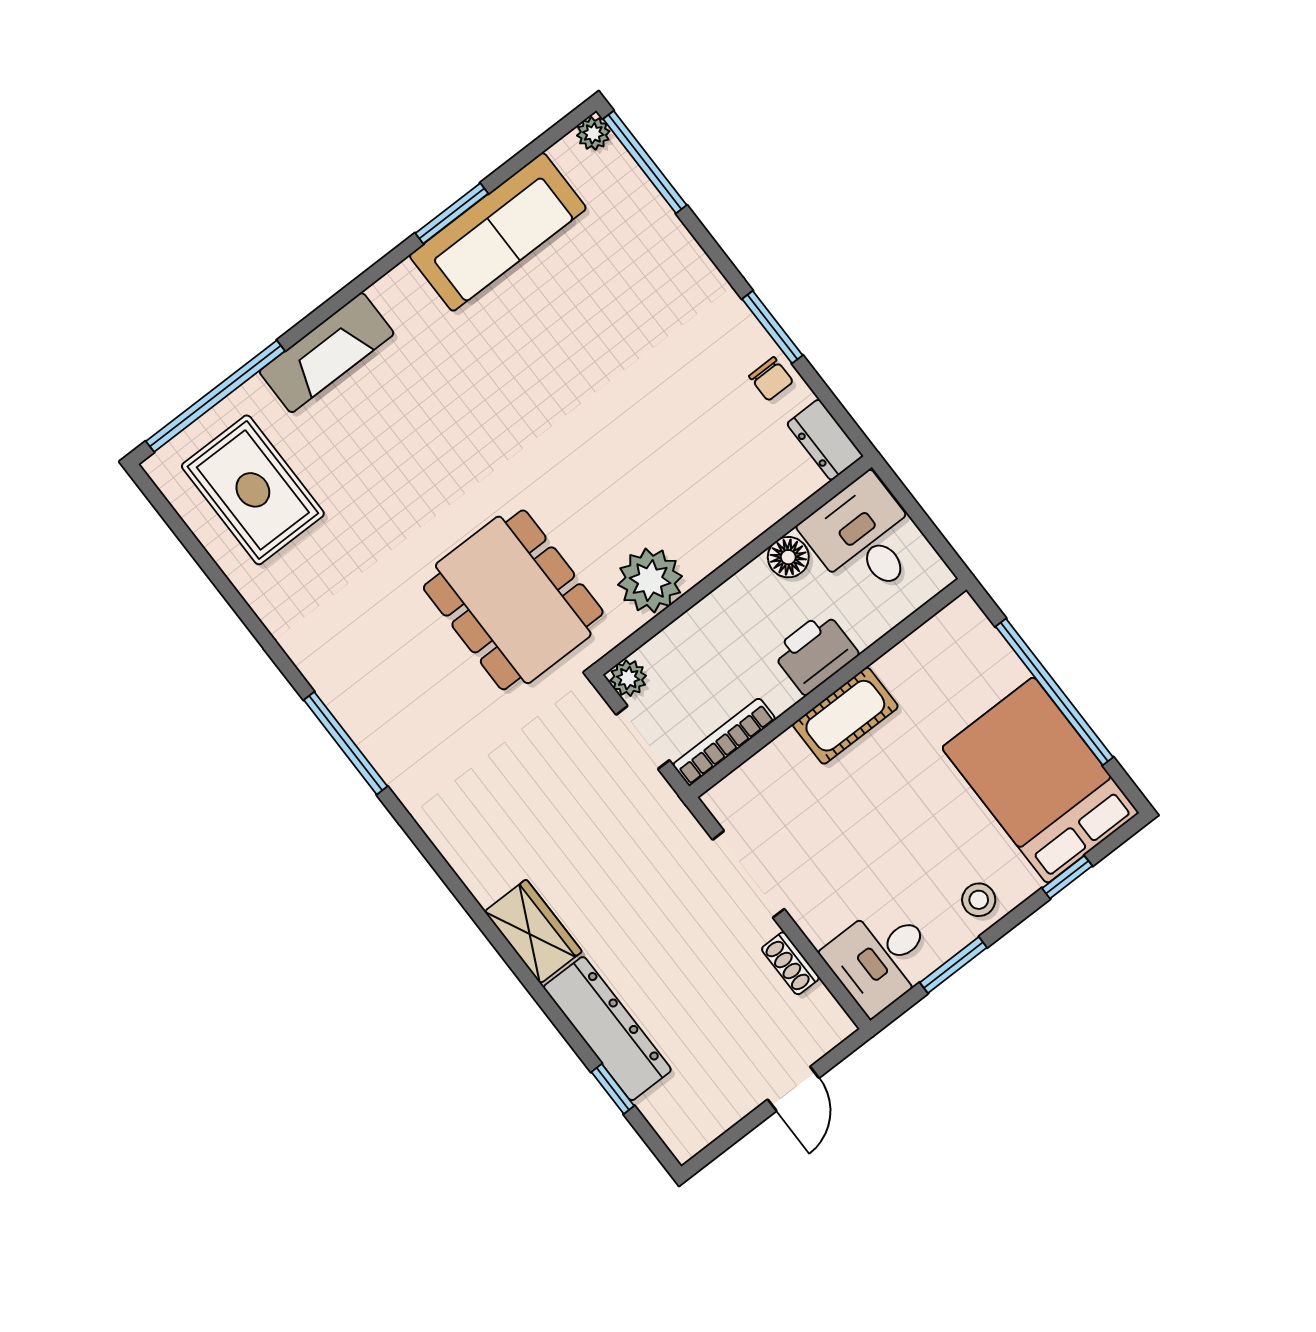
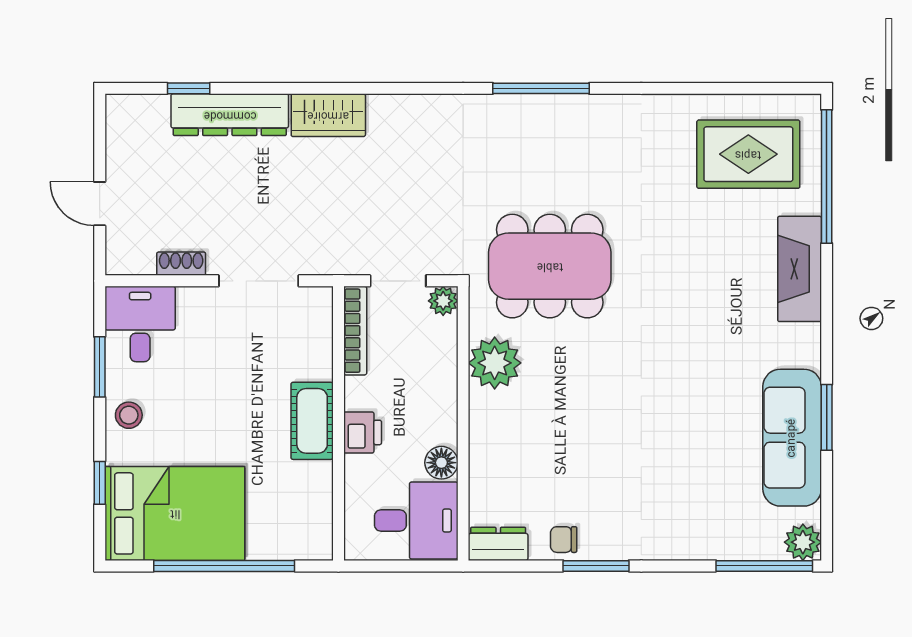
plant: (593, 133) -> (803, 542), width x1.38, depth x1.38
printer: (815, 653) -> (363, 432), width x0.73, depth x0.81

